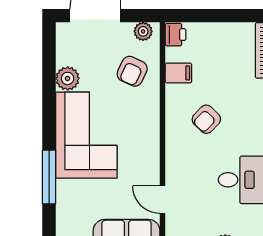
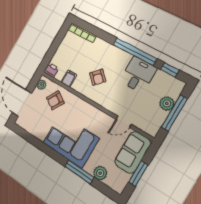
armchair: (132, 71) -> (55, 100), turned 97
plant: (68, 78) -> (100, 173), moved

